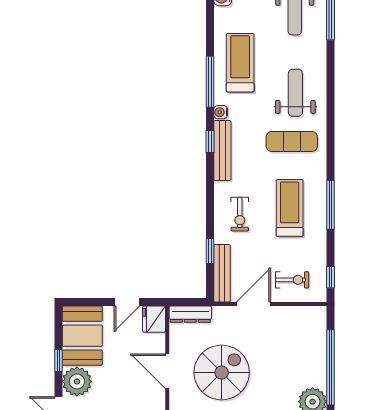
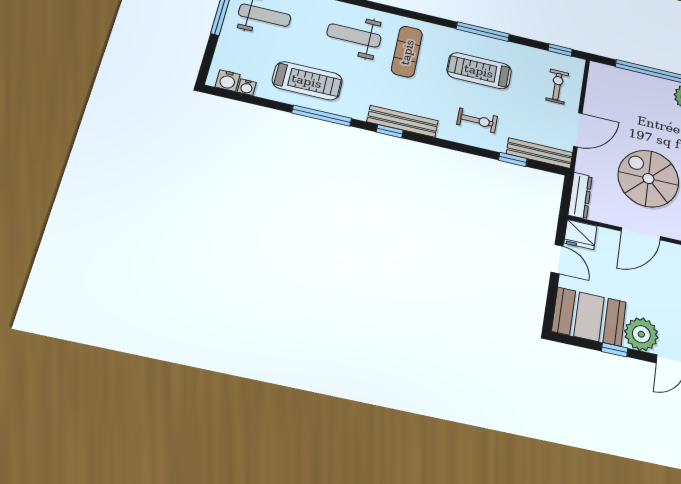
treadmill: (240, 63) -> (307, 81), turned 180
water cooler: (221, 112) -> (247, 87), moved
door: (253, 304) -> (578, 130), swing flipped

